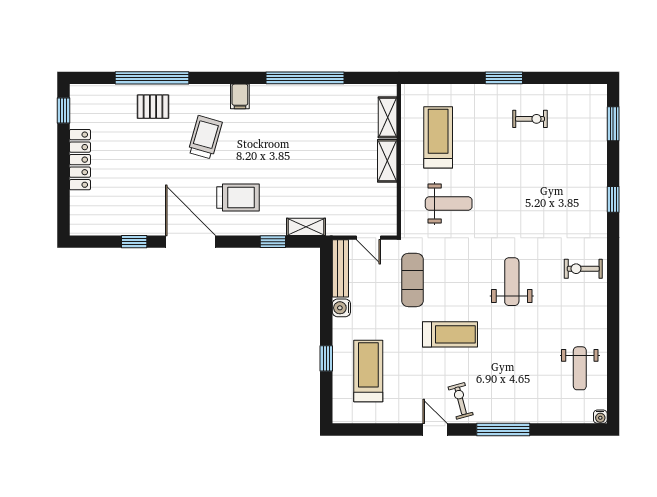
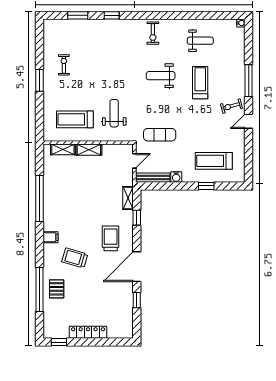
window: (613, 124) -> (78, 15), moved
treadmill: (450, 334) -> (200, 83), moved
weight bench: (580, 368) -> (200, 41), moved

